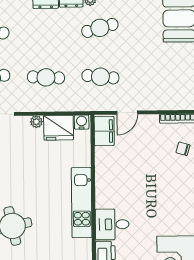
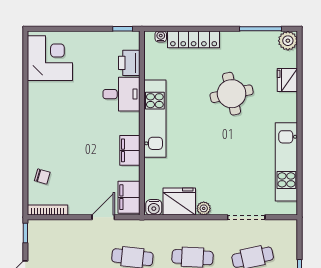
filing cabinet: (104, 173) -> (130, 150), added

